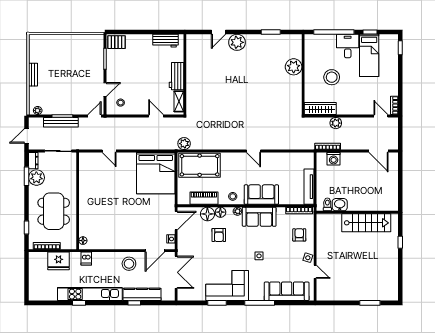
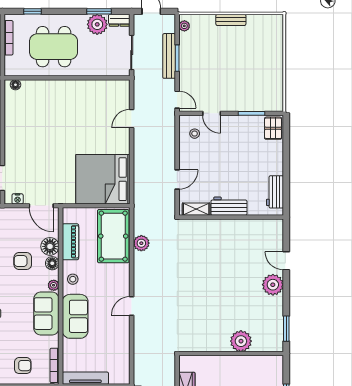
plant: (294, 67) -> (241, 341), moved
wall: (303, 74) -> (231, 353), moved
plant: (184, 144) -> (141, 243), moved

